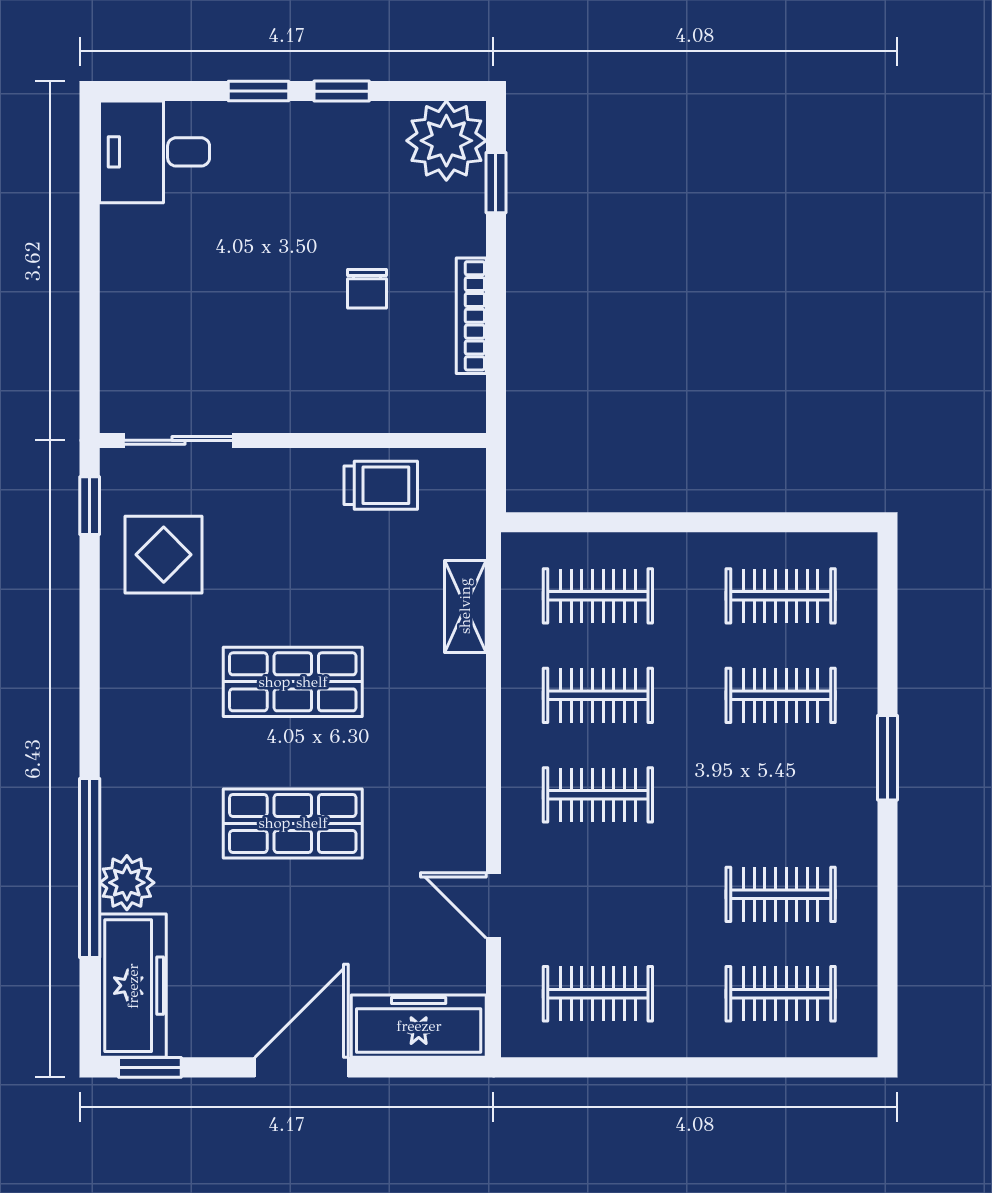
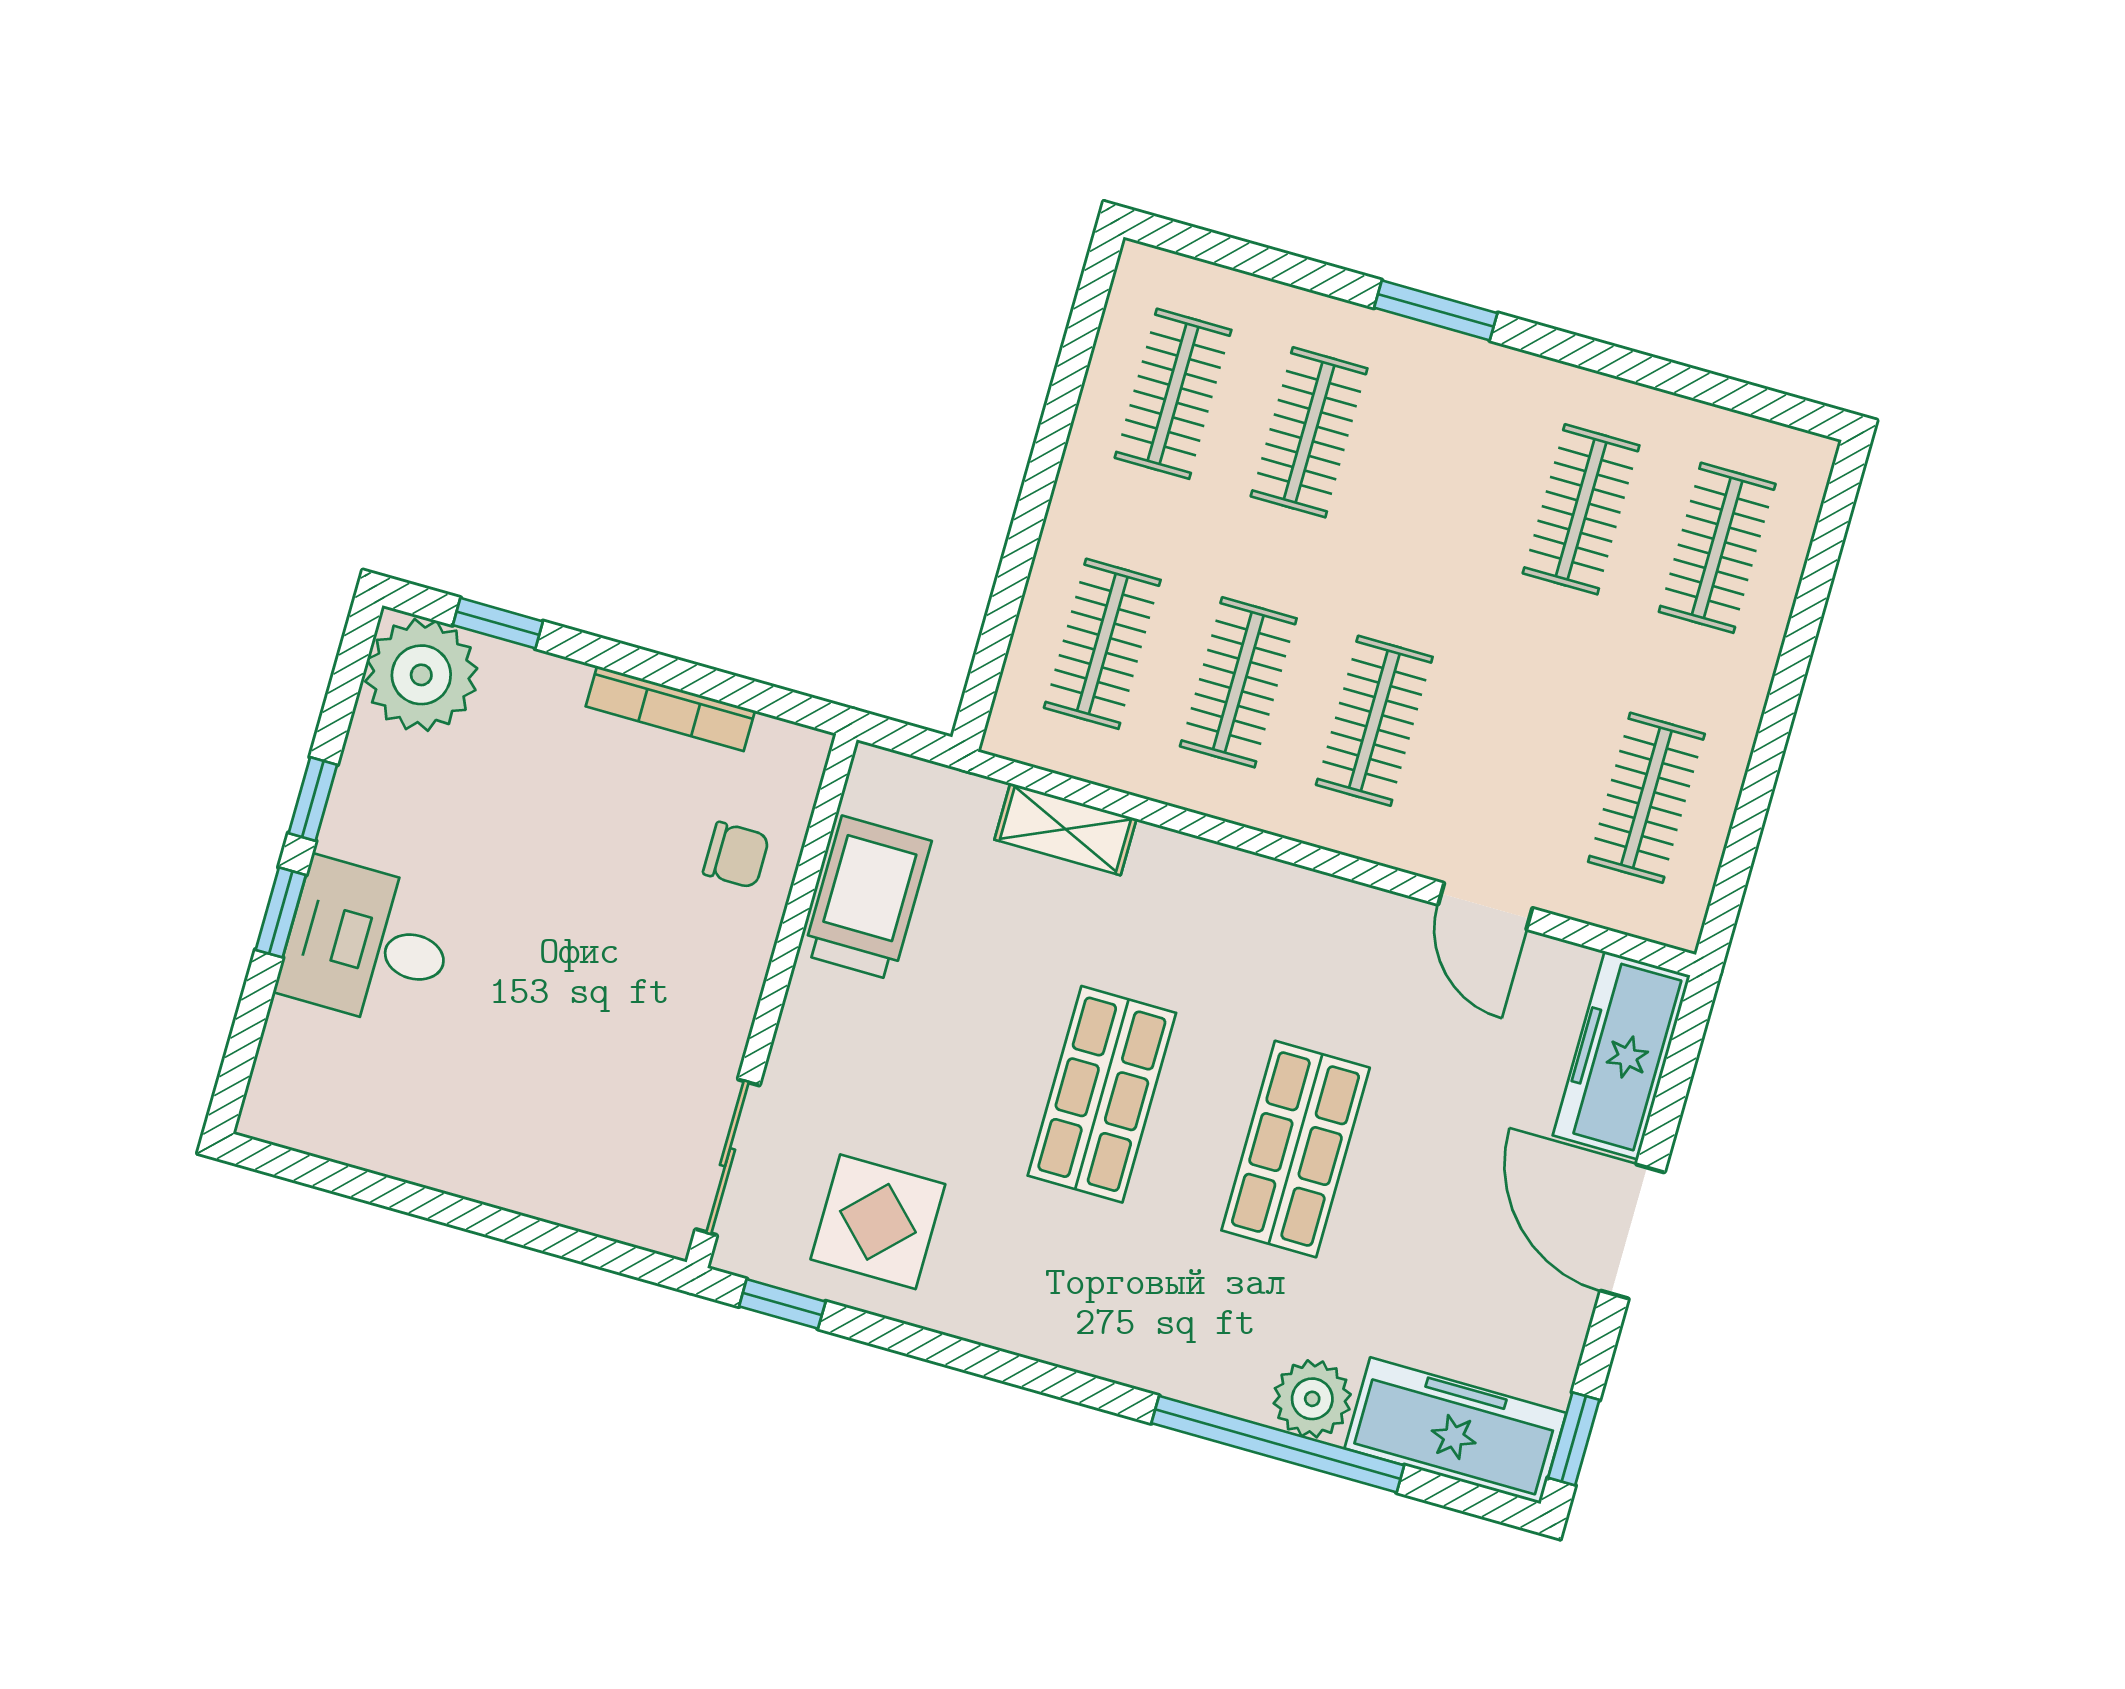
desk: (154, 152) -> (368, 944), moved, turned 90
chair: (367, 289) -> (736, 855), moved
trolley: (381, 485) -> (867, 898), width x1.36, depth x1.39
door: (494, 905) -> (1485, 906), hinge flipped

